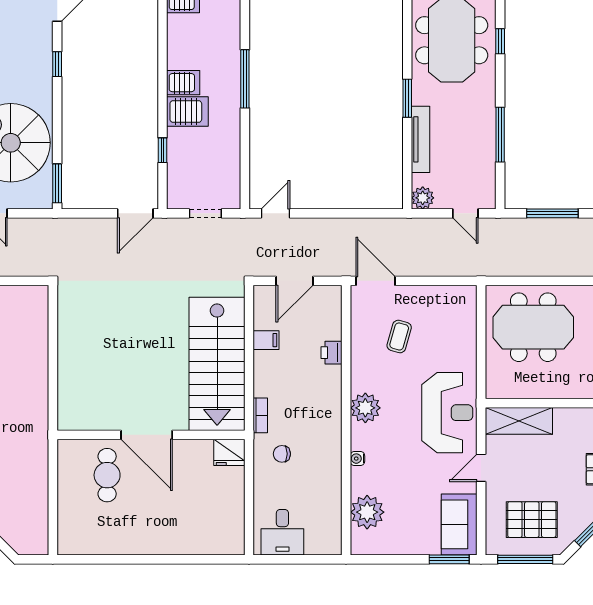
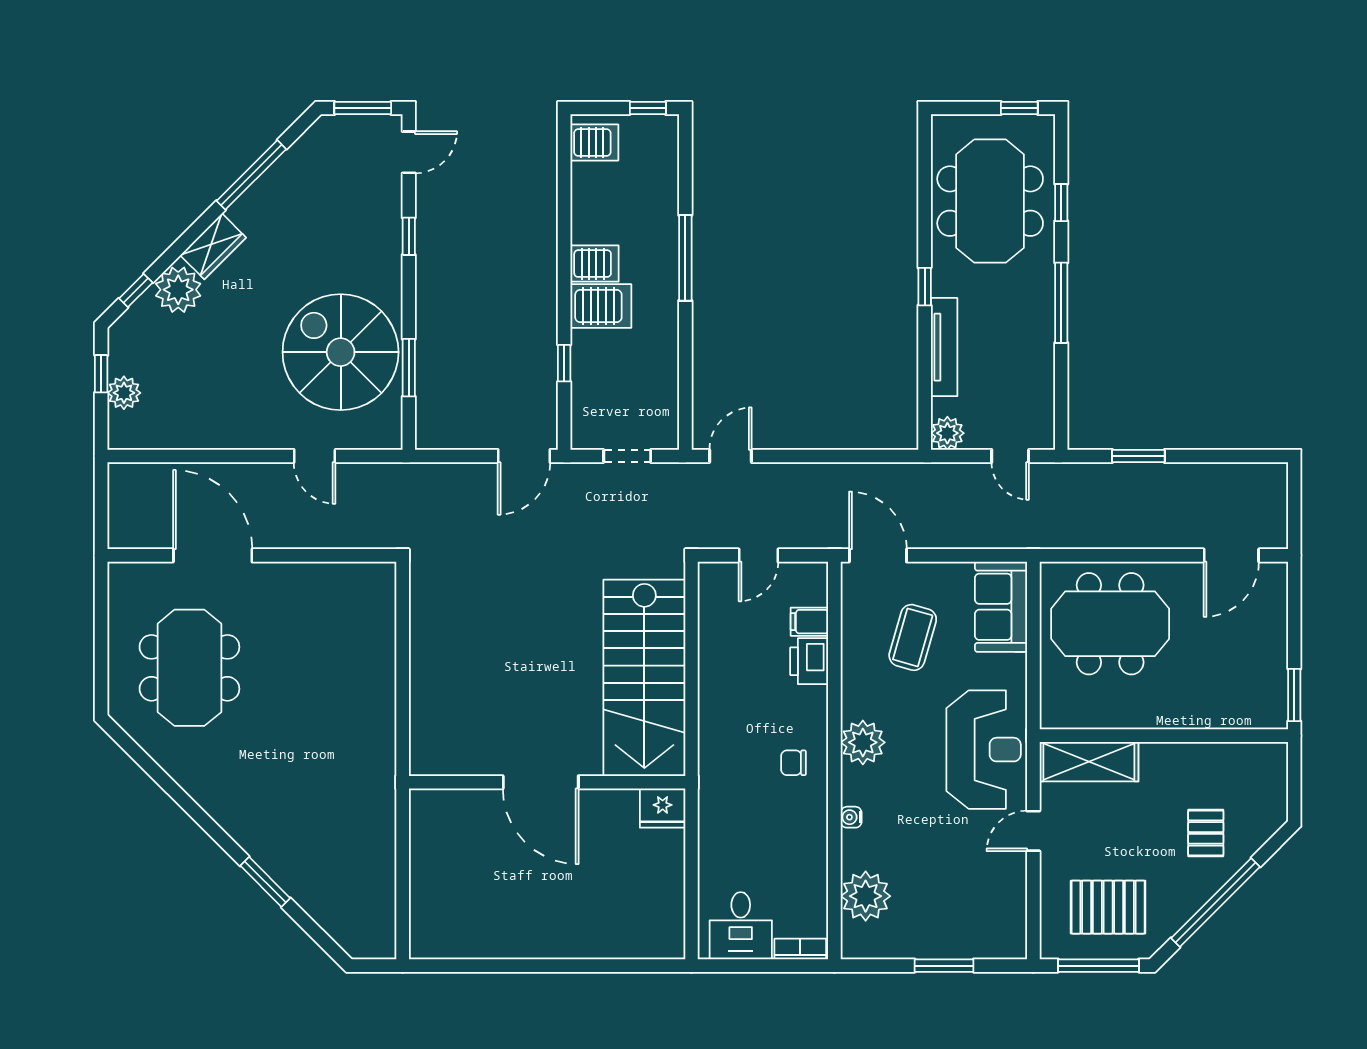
window: (407, 98) -> (925, 287), width x0.67
window: (500, 135) -> (1061, 303), moved
window: (57, 183) -> (409, 368), moved
window: (552, 213) -> (1138, 456), width x0.69
door: (294, 281) -> (759, 555), width x0.73
coffee table: (399, 336) -> (913, 637), width x1.36, depth x1.30
filing cabinet: (266, 340) -> (809, 622), moved, turned 180
printer: (331, 353) -> (809, 661), width x1.36, depth x1.24
bookcase: (260, 415) -> (800, 949), moved, turned -90
chair: (282, 454) -> (794, 763), moved
cafe table: (107, 475) -> (482, 842), removed
sofa: (459, 524) -> (1001, 607), moved
window: (449, 559) -> (944, 966), moved

